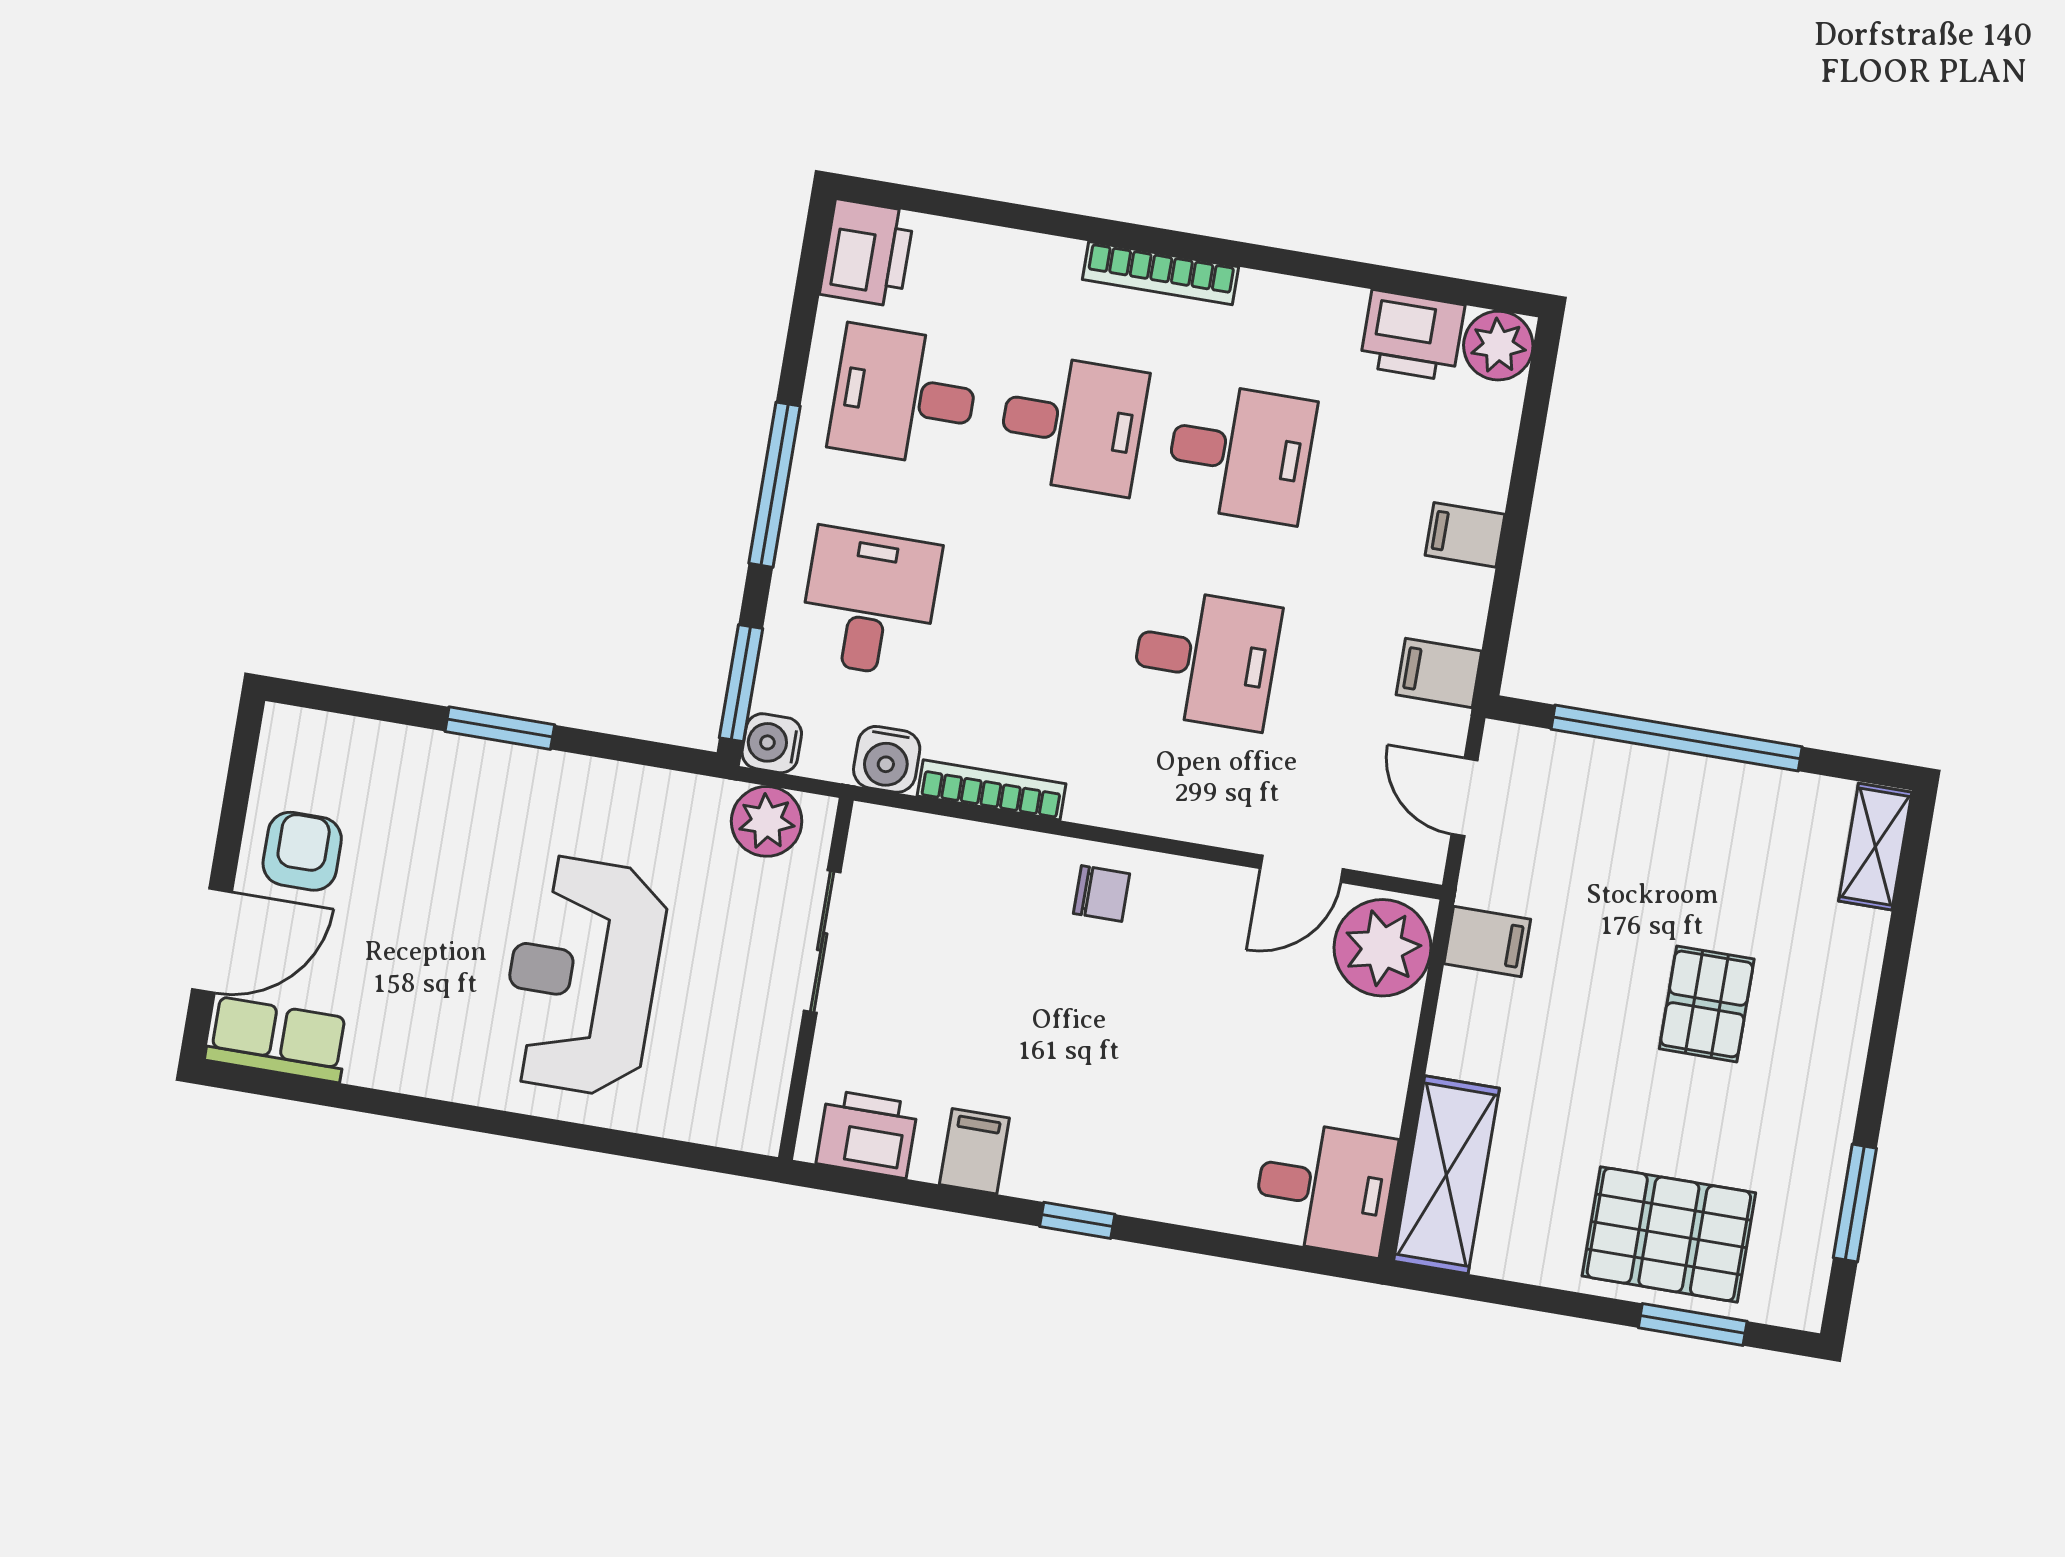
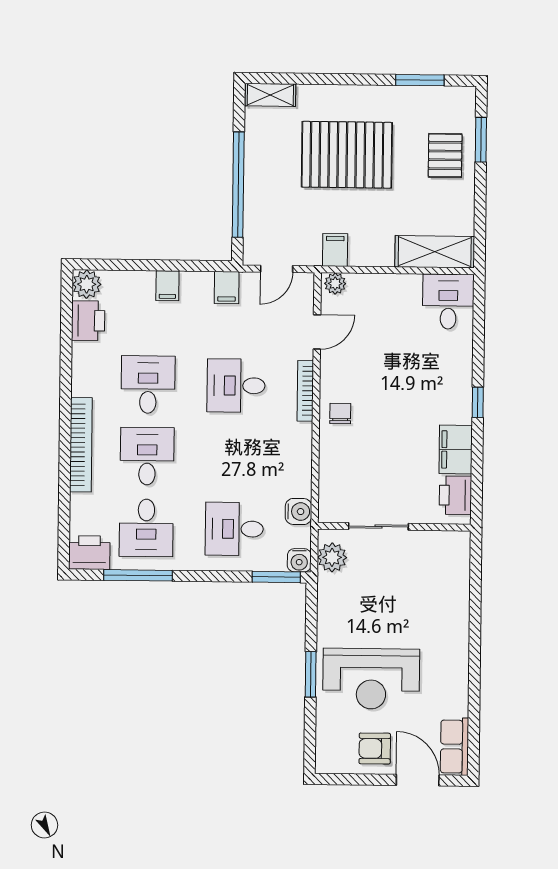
bookcase: (1160, 273) -> (81, 445), width x1.48, depth x1.31
window: (775, 485) -> (138, 575), moved
desk: (1205, 659) -> (236, 386), turned -90
bookcase: (992, 790) -> (305, 391), moved
door: (1302, 869) -> (317, 332), hinge flipped
plant: (1382, 948) -> (335, 284), width x0.53, depth x0.53
reception desk: (583, 976) -> (371, 679), moved
pallet: (1707, 1004) -> (347, 155), width x2.05, depth x2.00
filing cabinet: (974, 1151) -> (456, 450), width x2.00
pallet: (1669, 1234) -> (445, 155), width x0.67, depth x0.71

